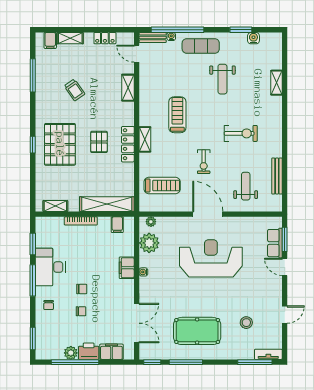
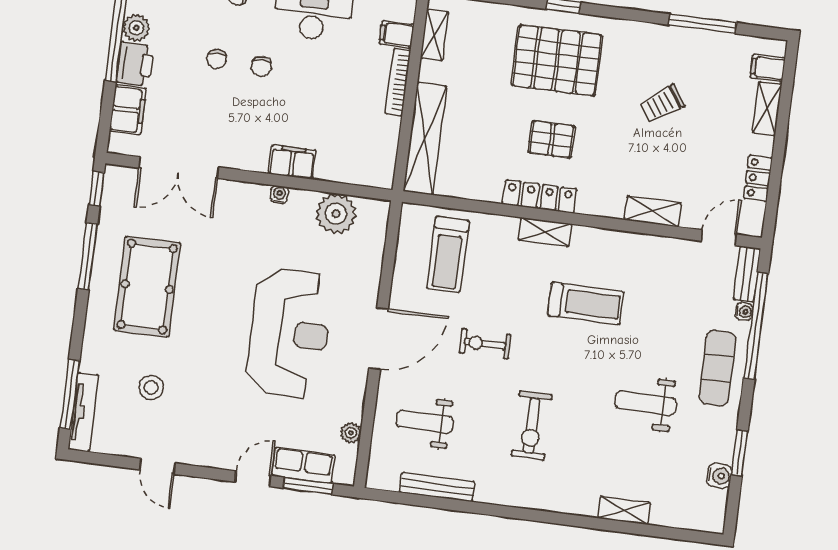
weight bench: (246, 186) -> (425, 422), turned 180
plant: (151, 222) -> (351, 433), moved
filing cabinet: (117, 225) -> (397, 34), moved
tv unit: (268, 354) -> (83, 412), width x1.41

